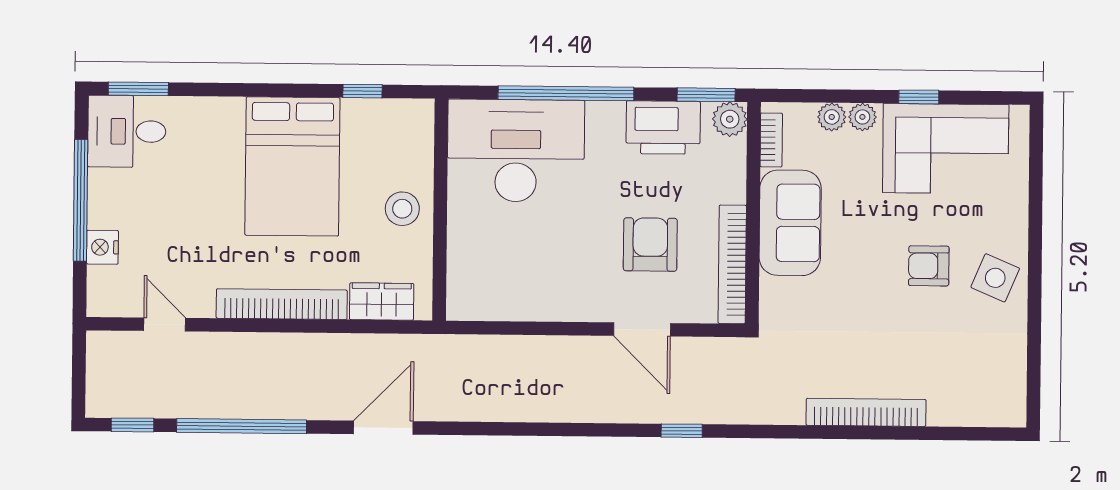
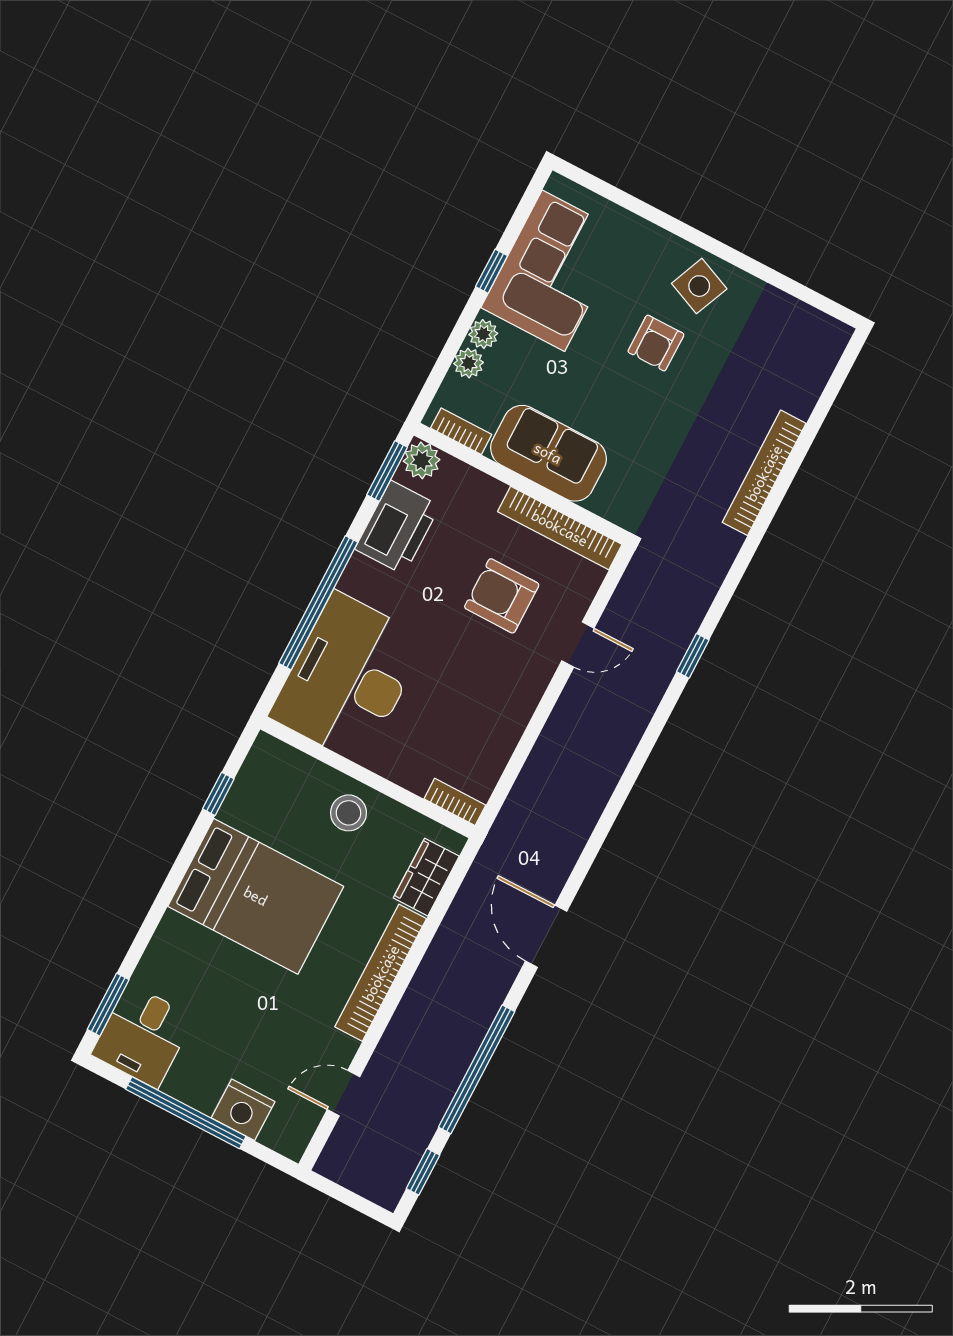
nightstand: (102, 247) -> (243, 1110), width x1.36, depth x1.33
bookcase: (457, 293) -> (455, 802), added
door: (642, 329) -> (578, 644), width x0.73

